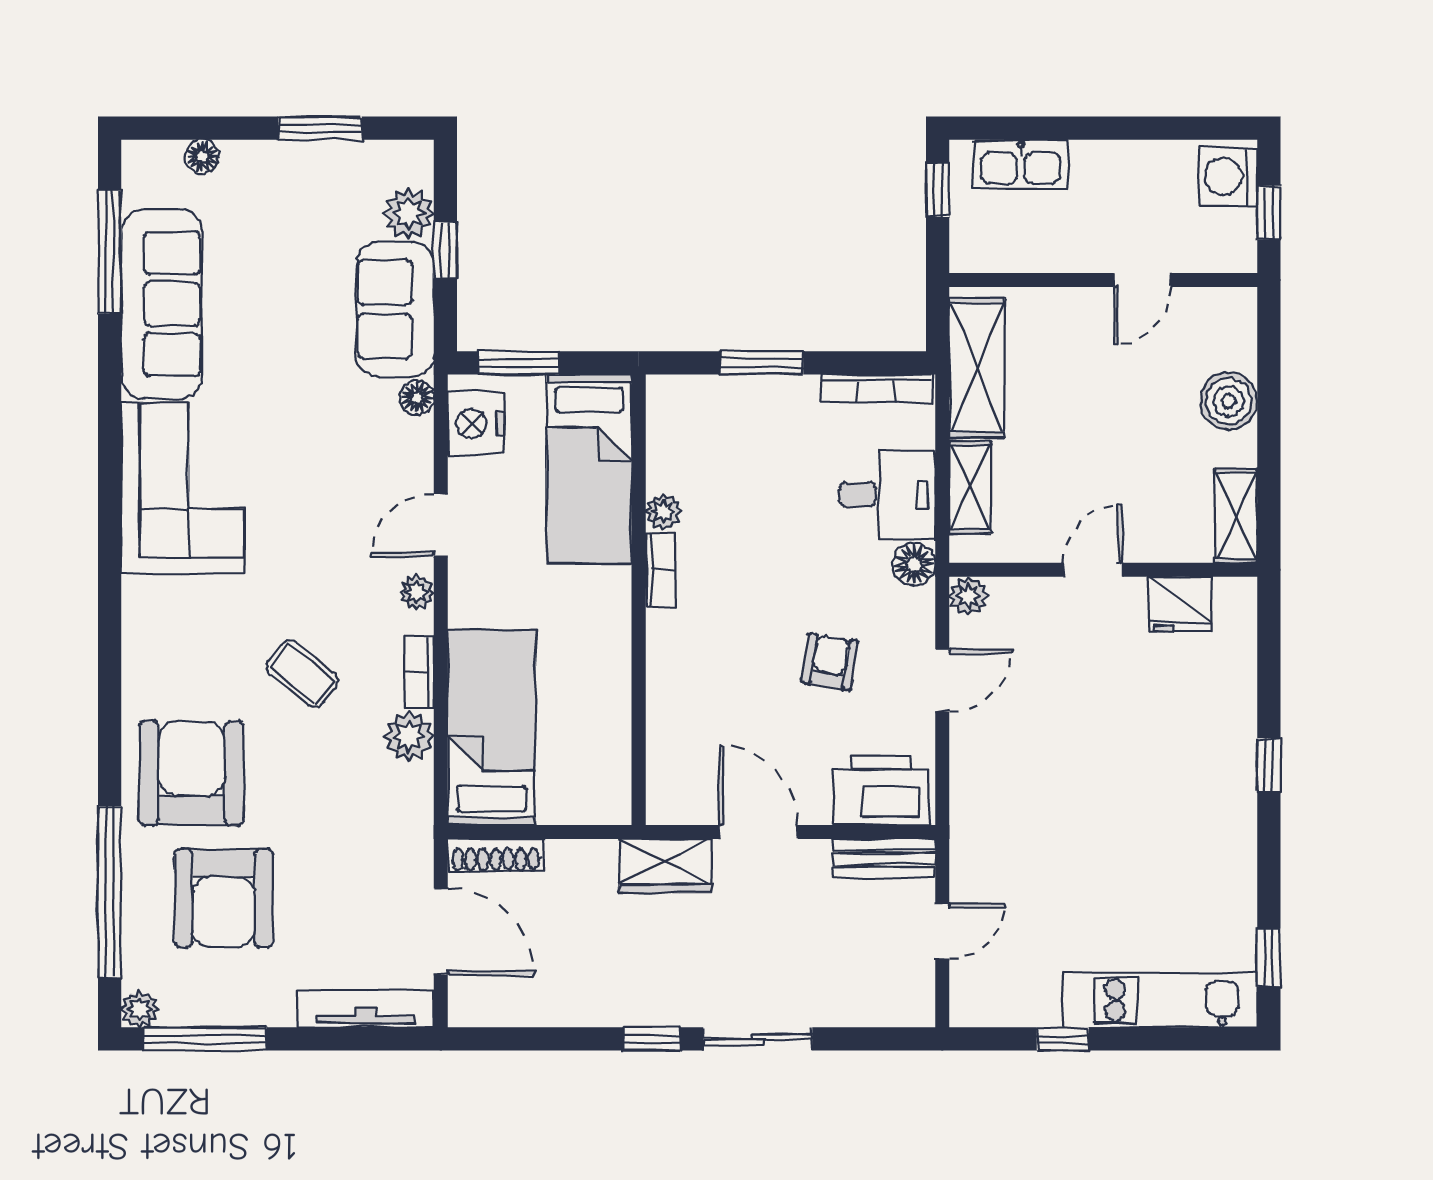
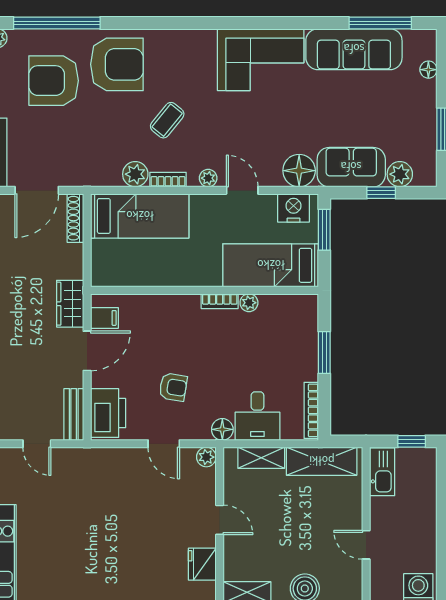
kitchen sink: (1021, 165) -> (382, 472), moved, turned 180
floor lamp: (417, 397) -> (299, 171), width x1.89, depth x1.89
filing cabinet: (693, 798) -> (104, 318), added

